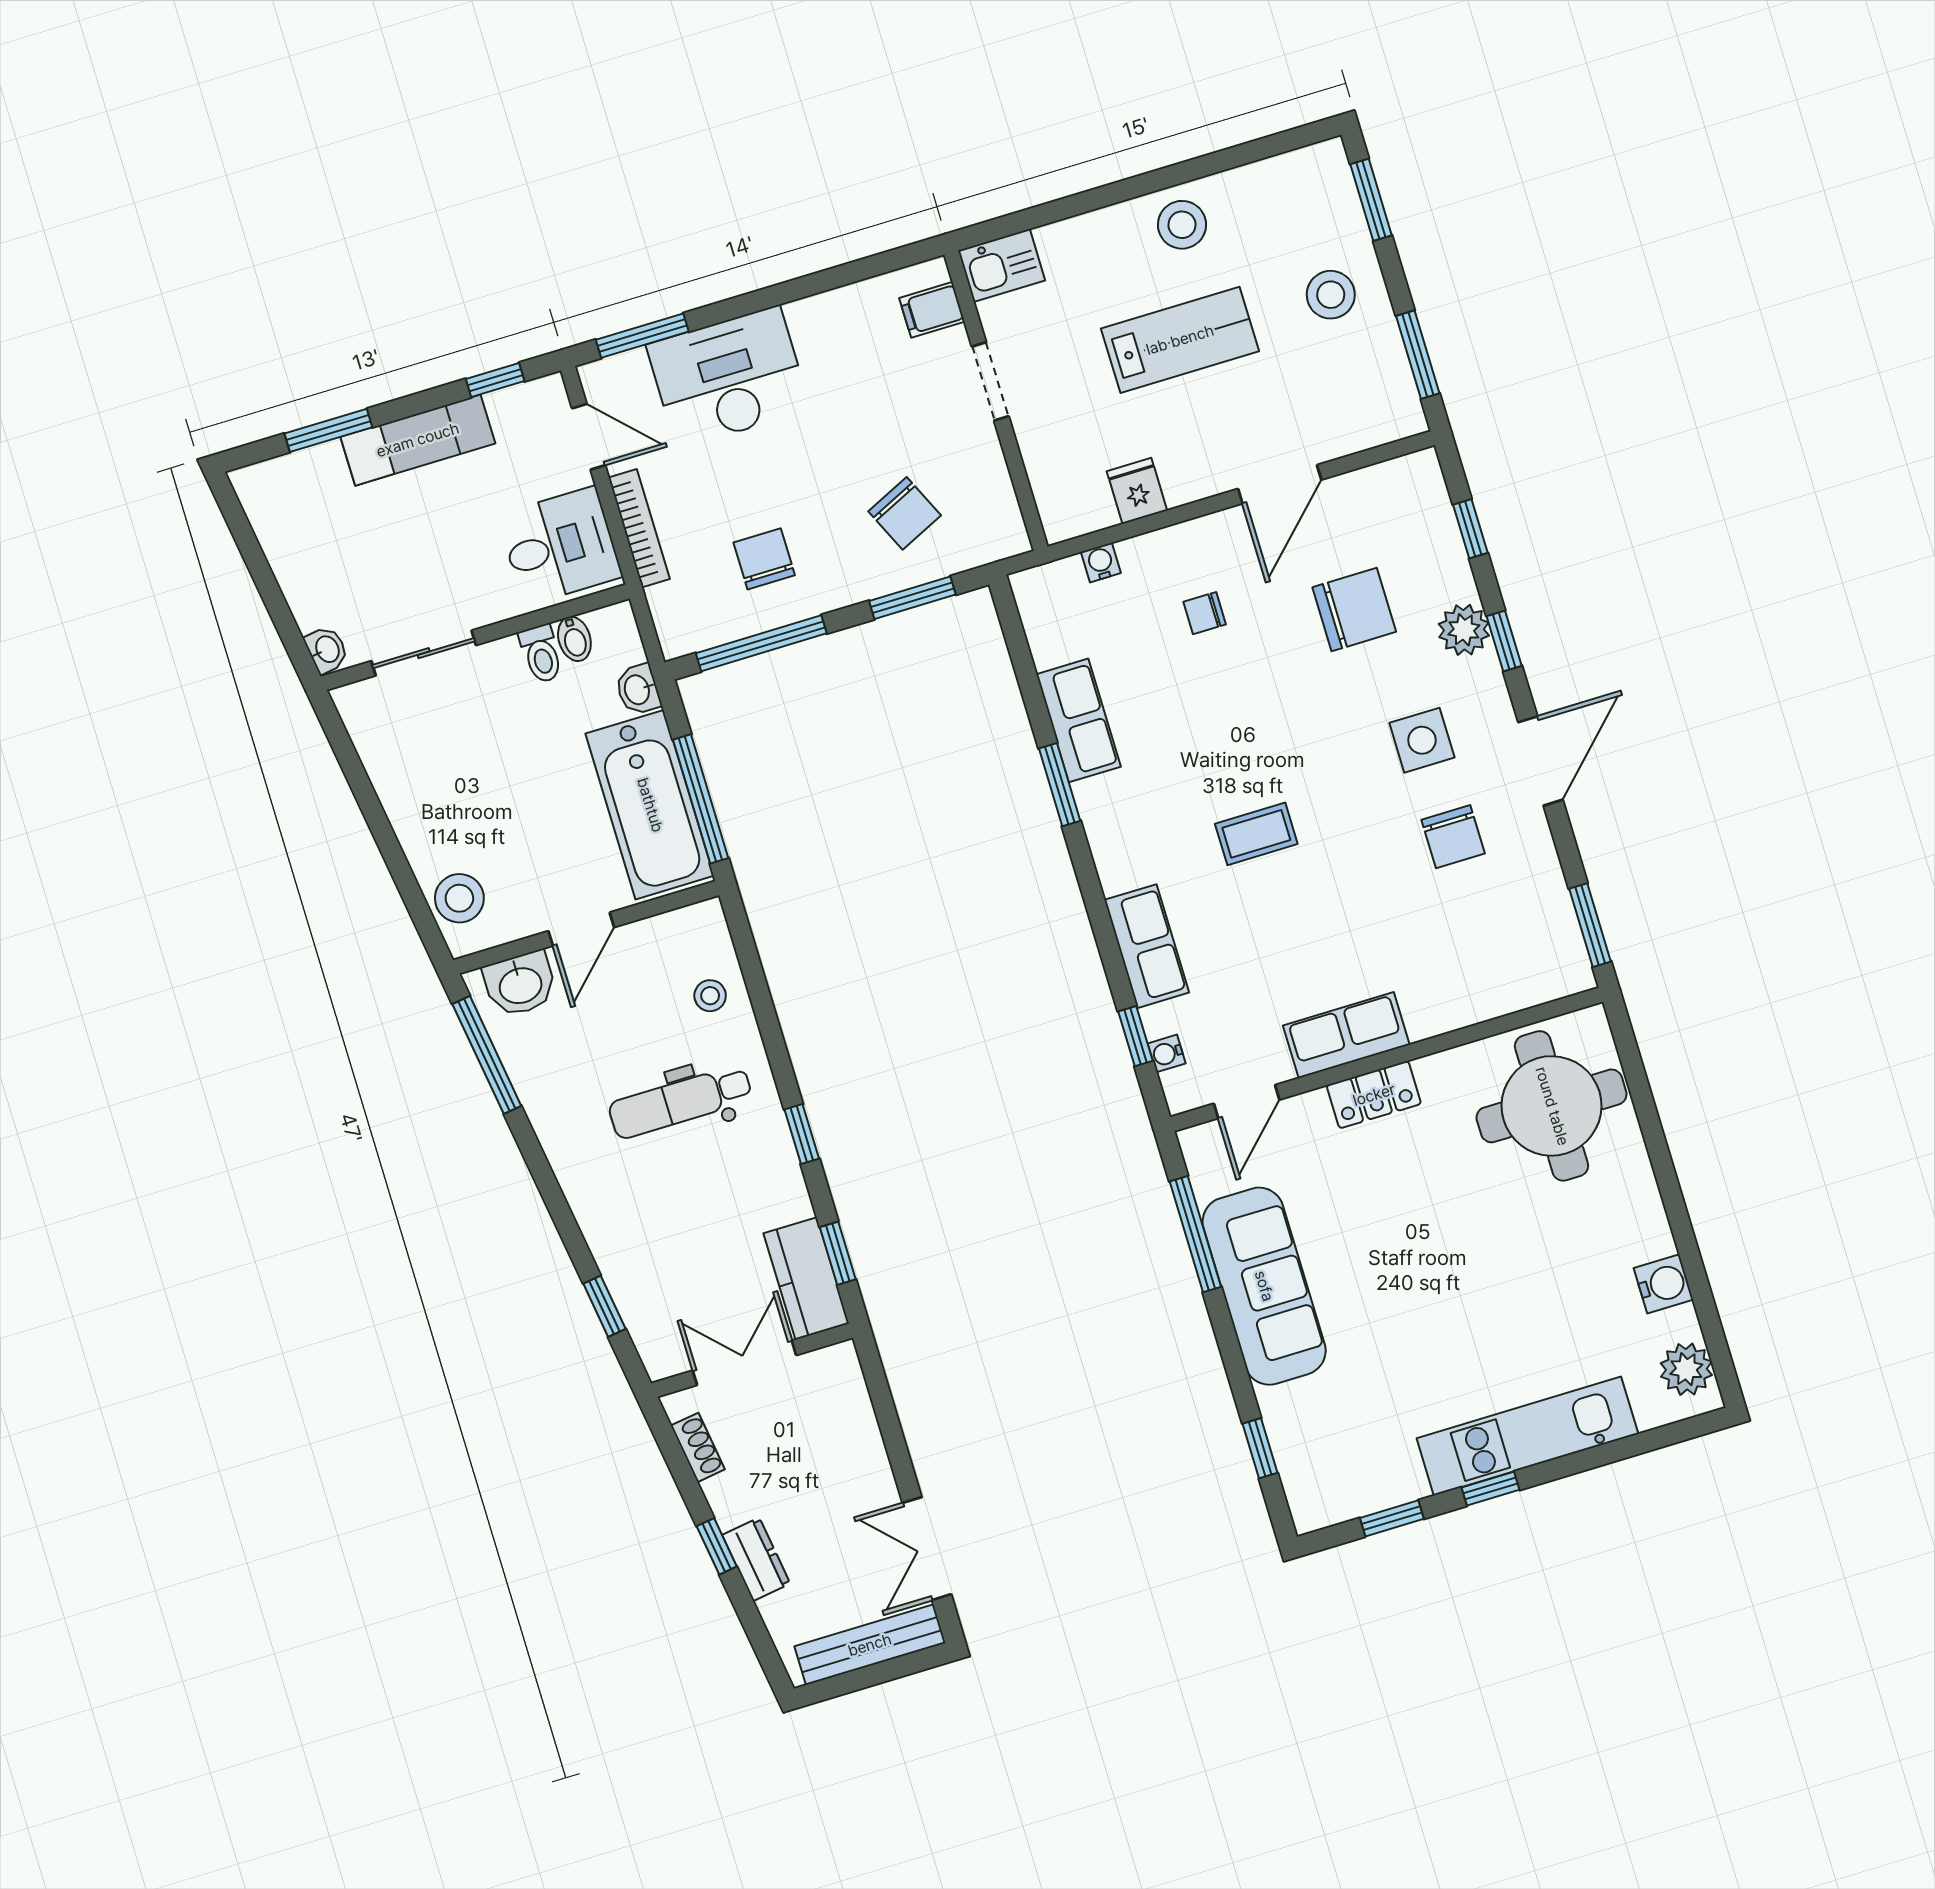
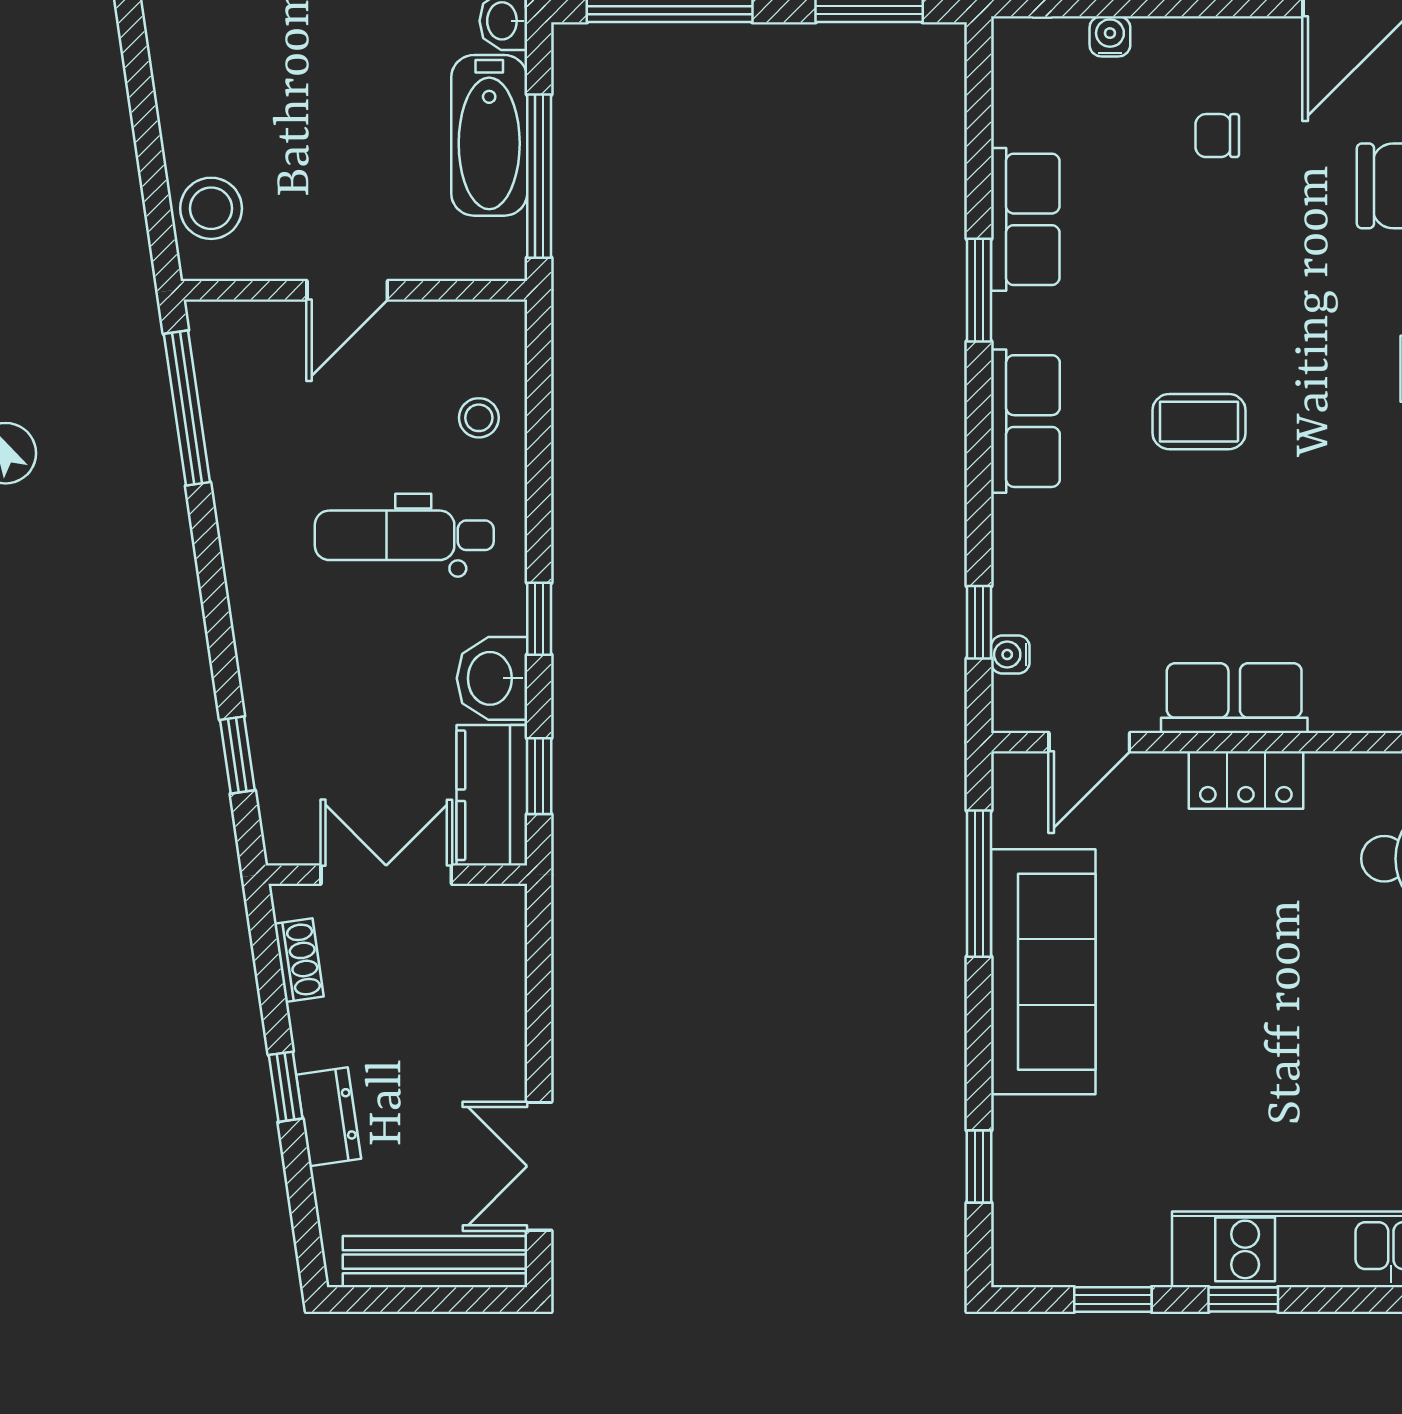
bathtub: (650, 805) -> (489, 135), width x0.73, depth x0.73
row of seats: (1147, 946) -> (1025, 421), moved
washbasin: (520, 984) -> (492, 678), moved, turned 90

